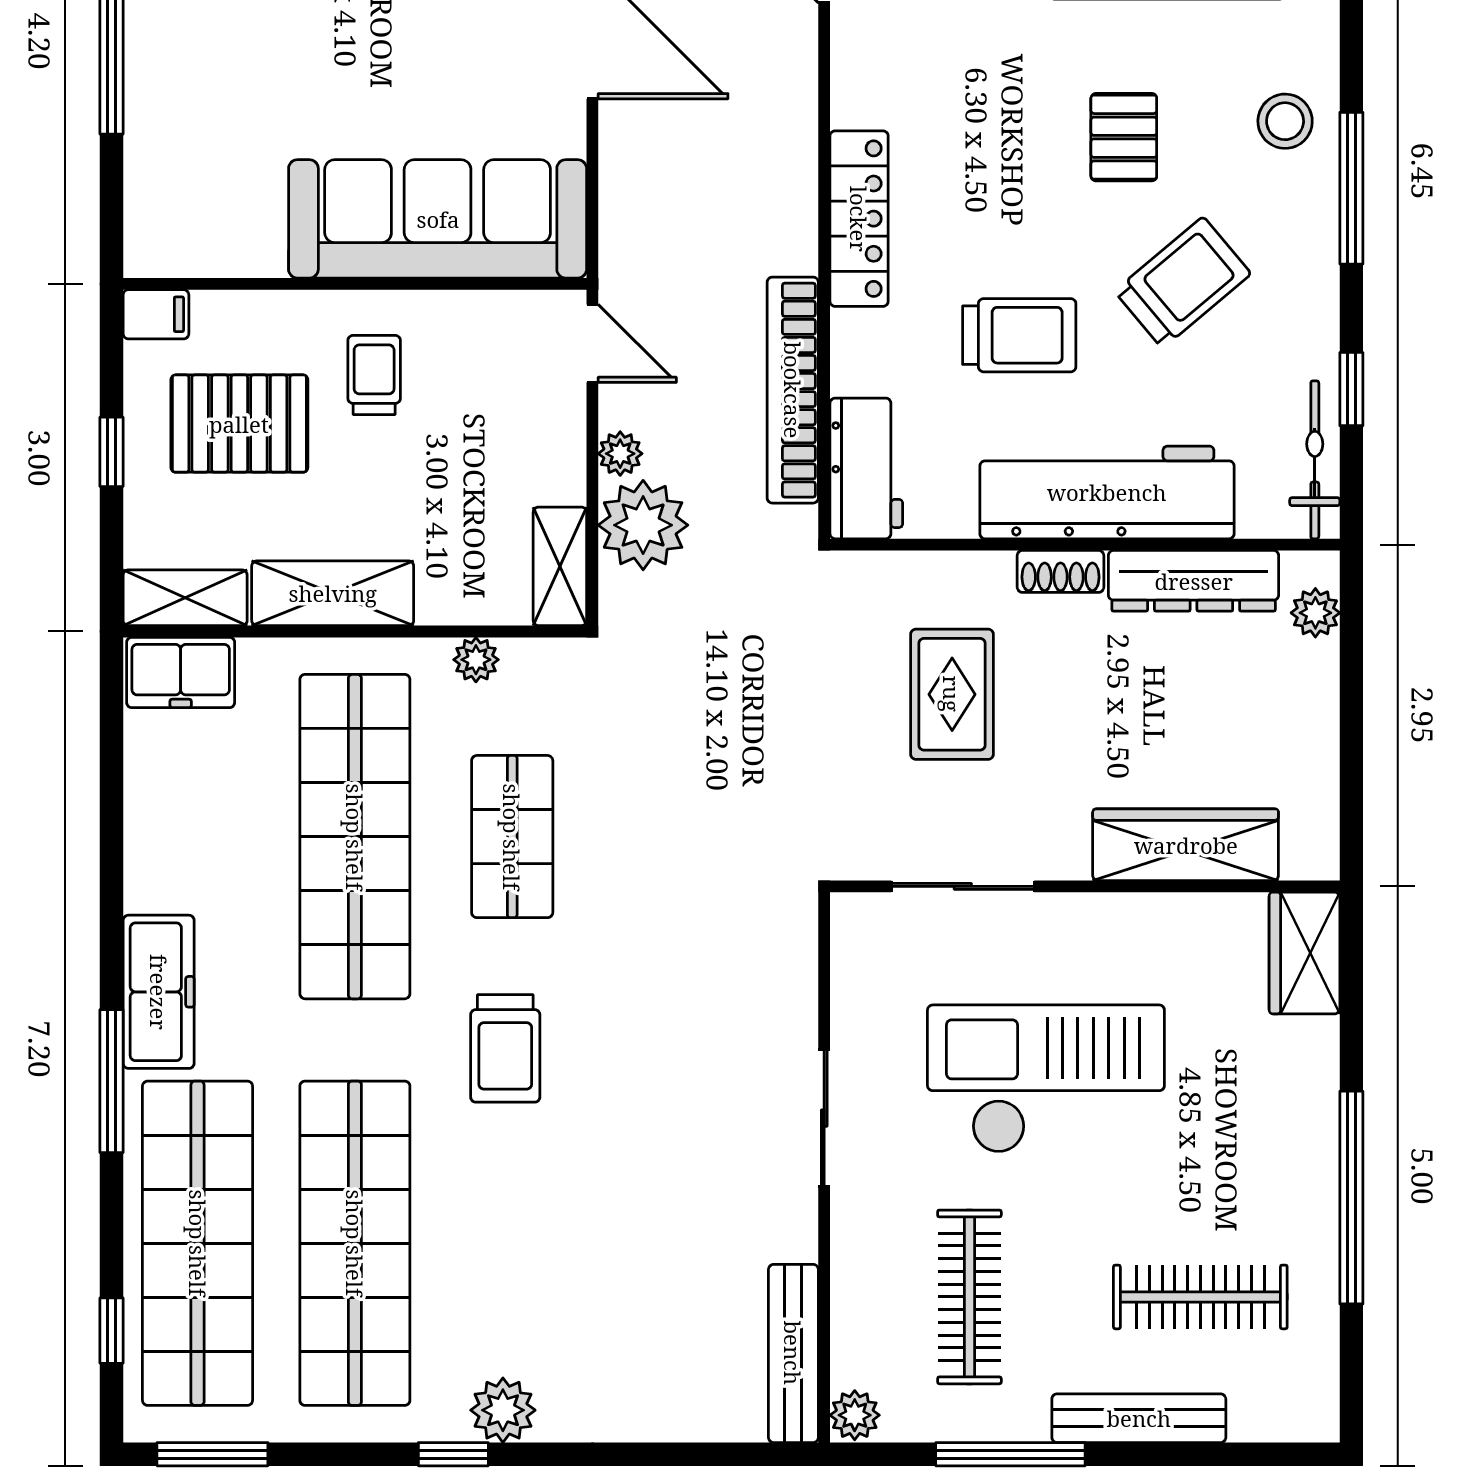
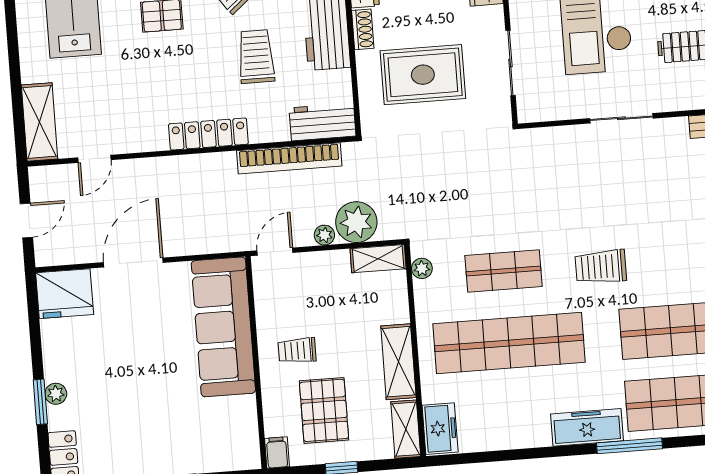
plant: (476, 660) -> (422, 268), moved
rug: (952, 694) -> (423, 75), width x1.36, depth x1.43
trolley: (505, 1048) -> (601, 267), turned 180

